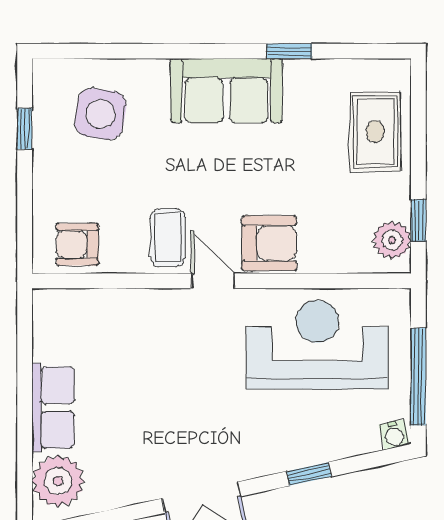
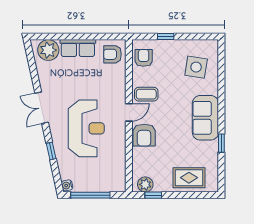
window: (25, 129) -> (166, 37), moved
armchair: (69, 322) -> (112, 54), added
reception desk: (317, 345) -> (86, 128), moved

